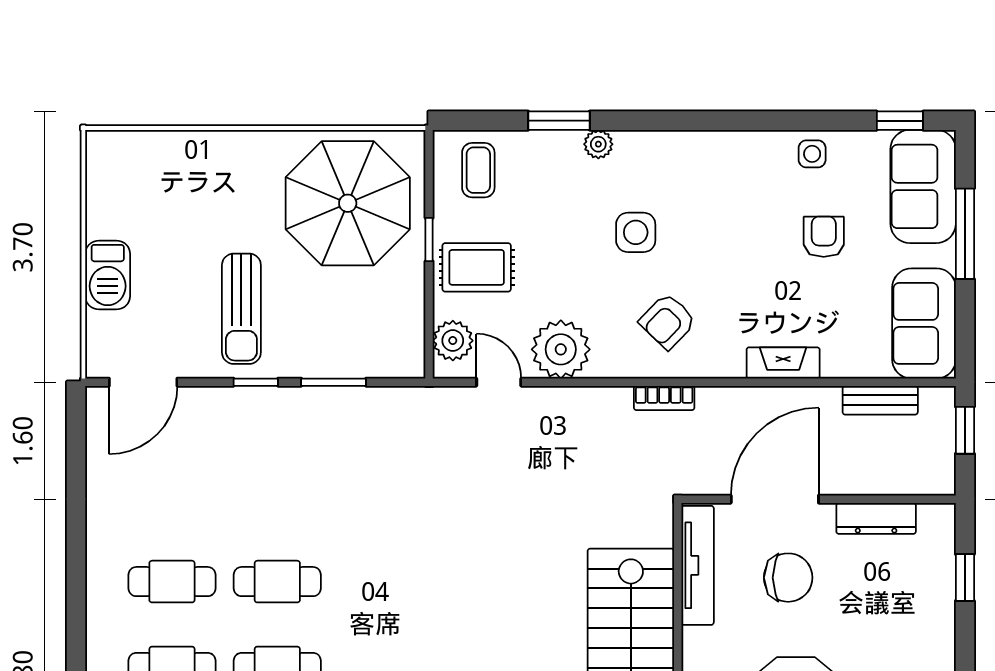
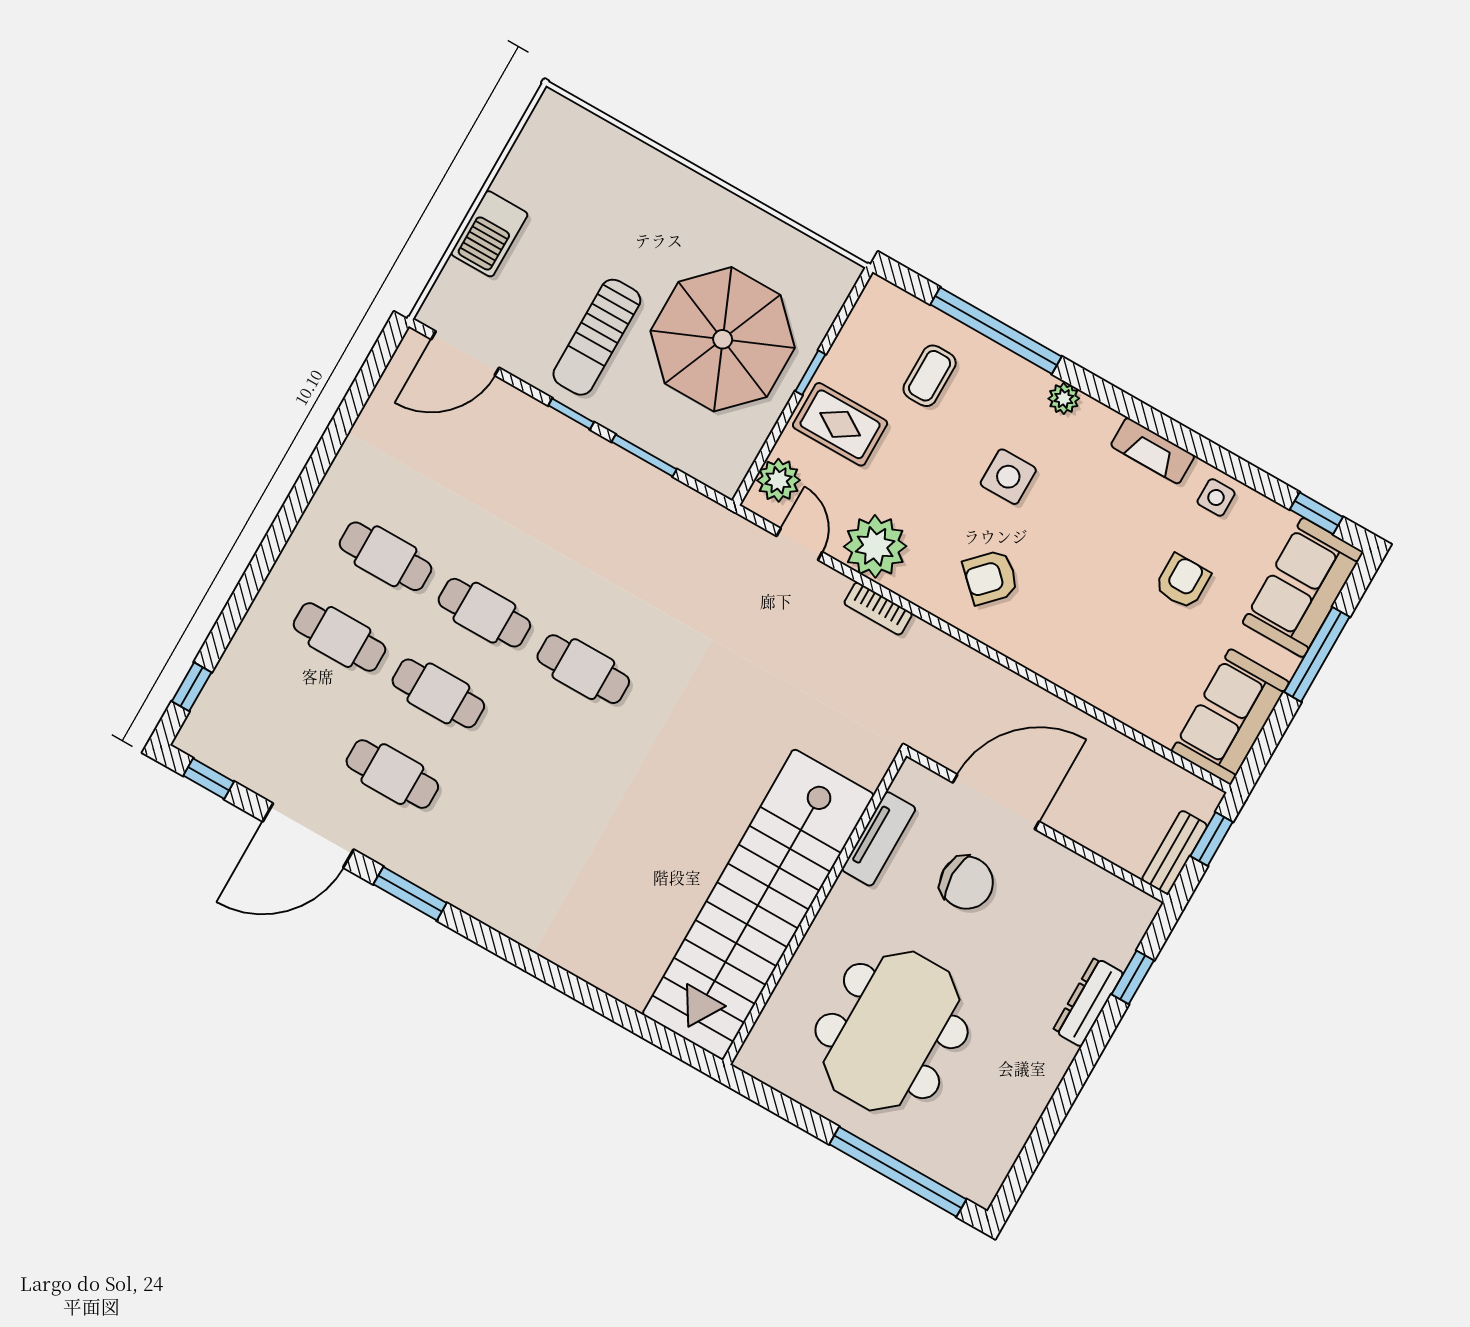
window: (559, 121) -> (996, 331), width x2.11
plant: (598, 144) -> (1064, 399), moved
coffee table: (478, 170) -> (930, 376), moved
parasol: (348, 203) -> (723, 339), moved
fireplace: (783, 363) -> (1153, 451), moved, turned 180
bookcase: (664, 398) -> (878, 609), moved
bench: (880, 400) -> (1175, 852), moved, turned 90
dresser: (876, 518) -> (1088, 1002), moved, turned 90
tv unit: (698, 565) -> (879, 839), width x0.71
cafe table: (383, 582) -> (583, 669), added

